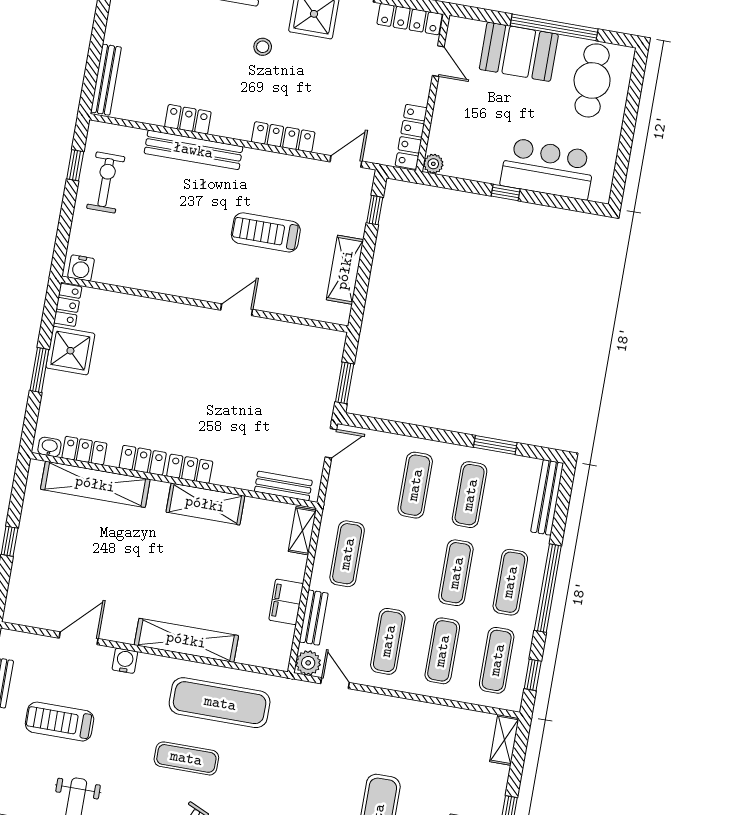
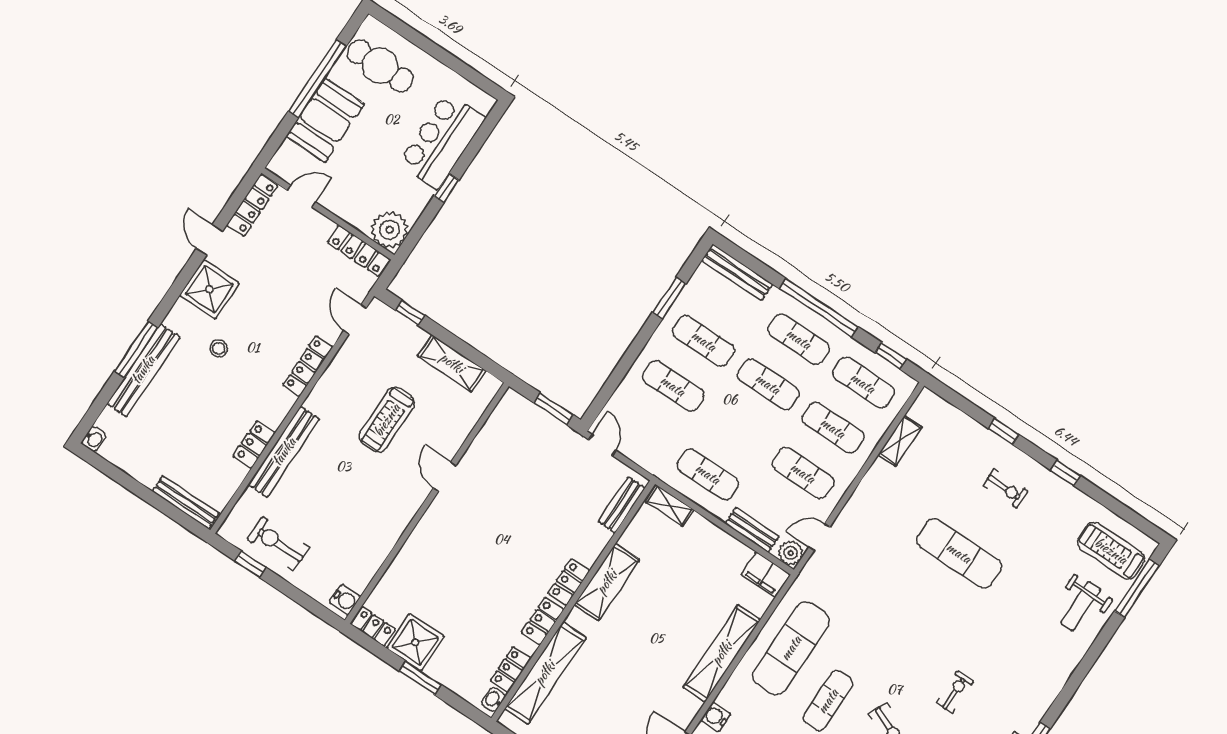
plant: (433, 164) -> (389, 230), width x1.87, depth x1.87
filing cabinet: (286, 602) -> (766, 574), moved
shelving: (504, 740) -> (900, 441), moved, turned 90

